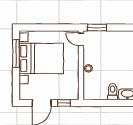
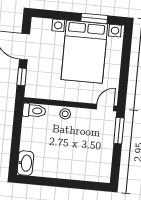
window: (16, 53) -> (94, 18), width x0.69
toilet: (113, 92) -> (34, 111), moved

